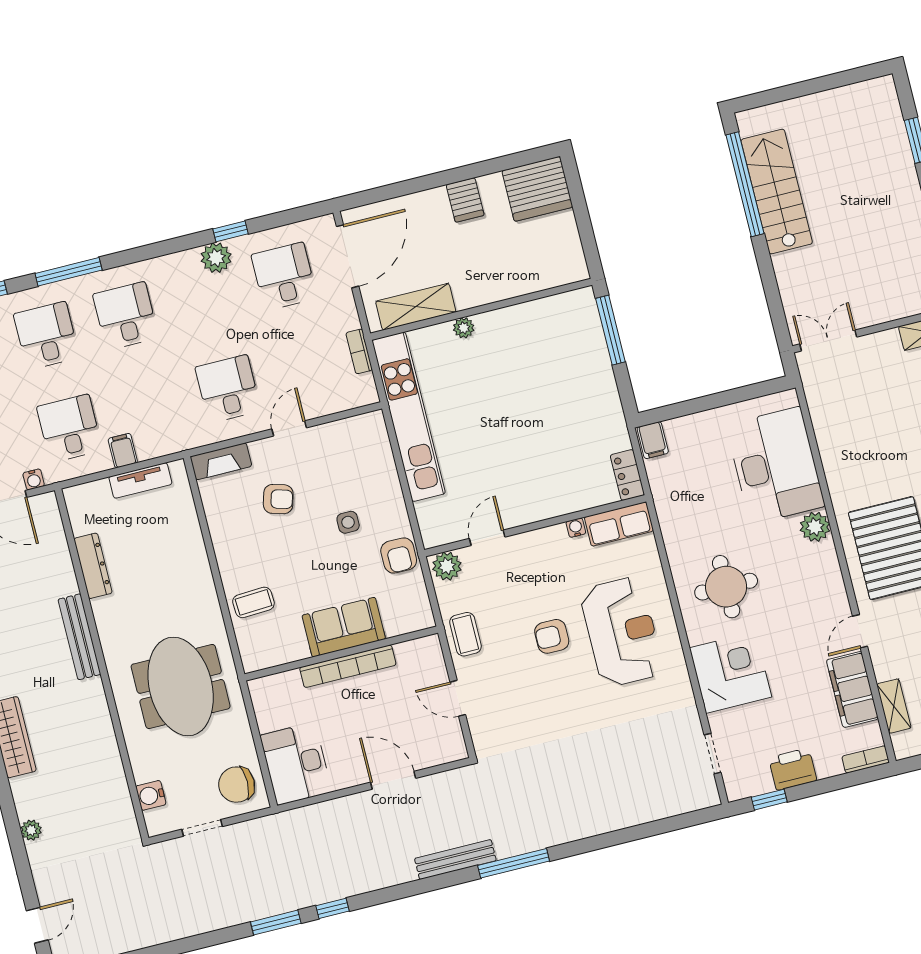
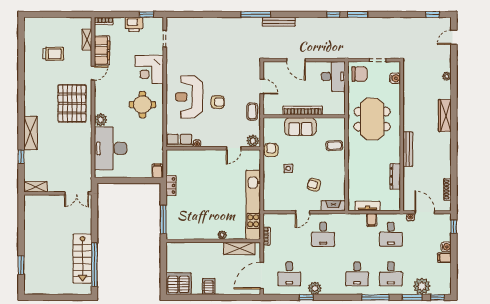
locker: (627, 475) -> (171, 186), moved

